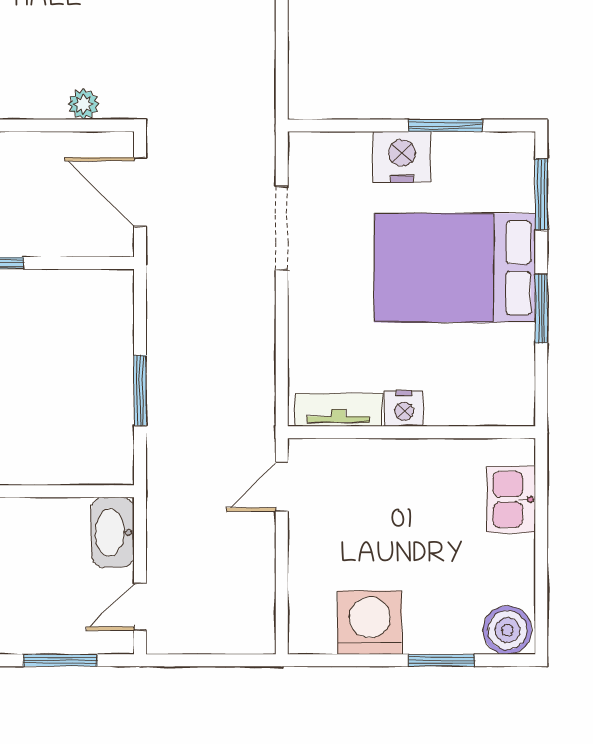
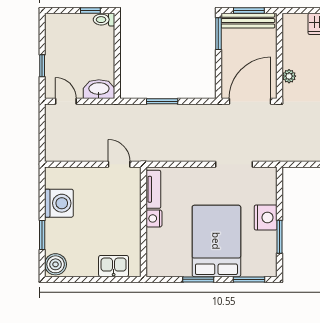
door: (140, 192) -> (250, 101), width x1.36
window: (60, 660) -> (42, 66), width x0.67

